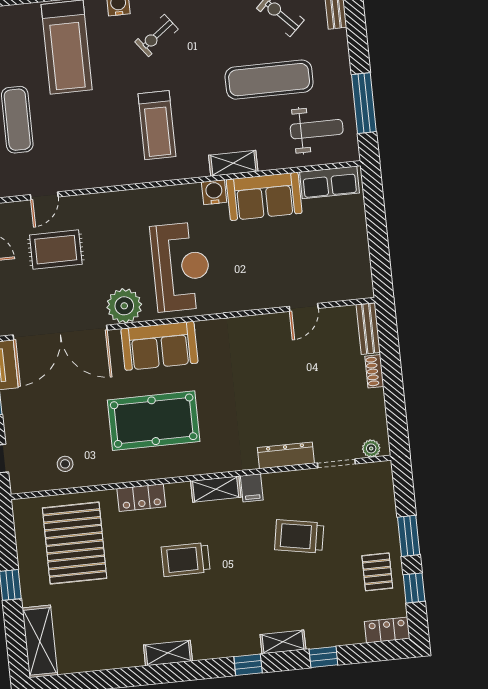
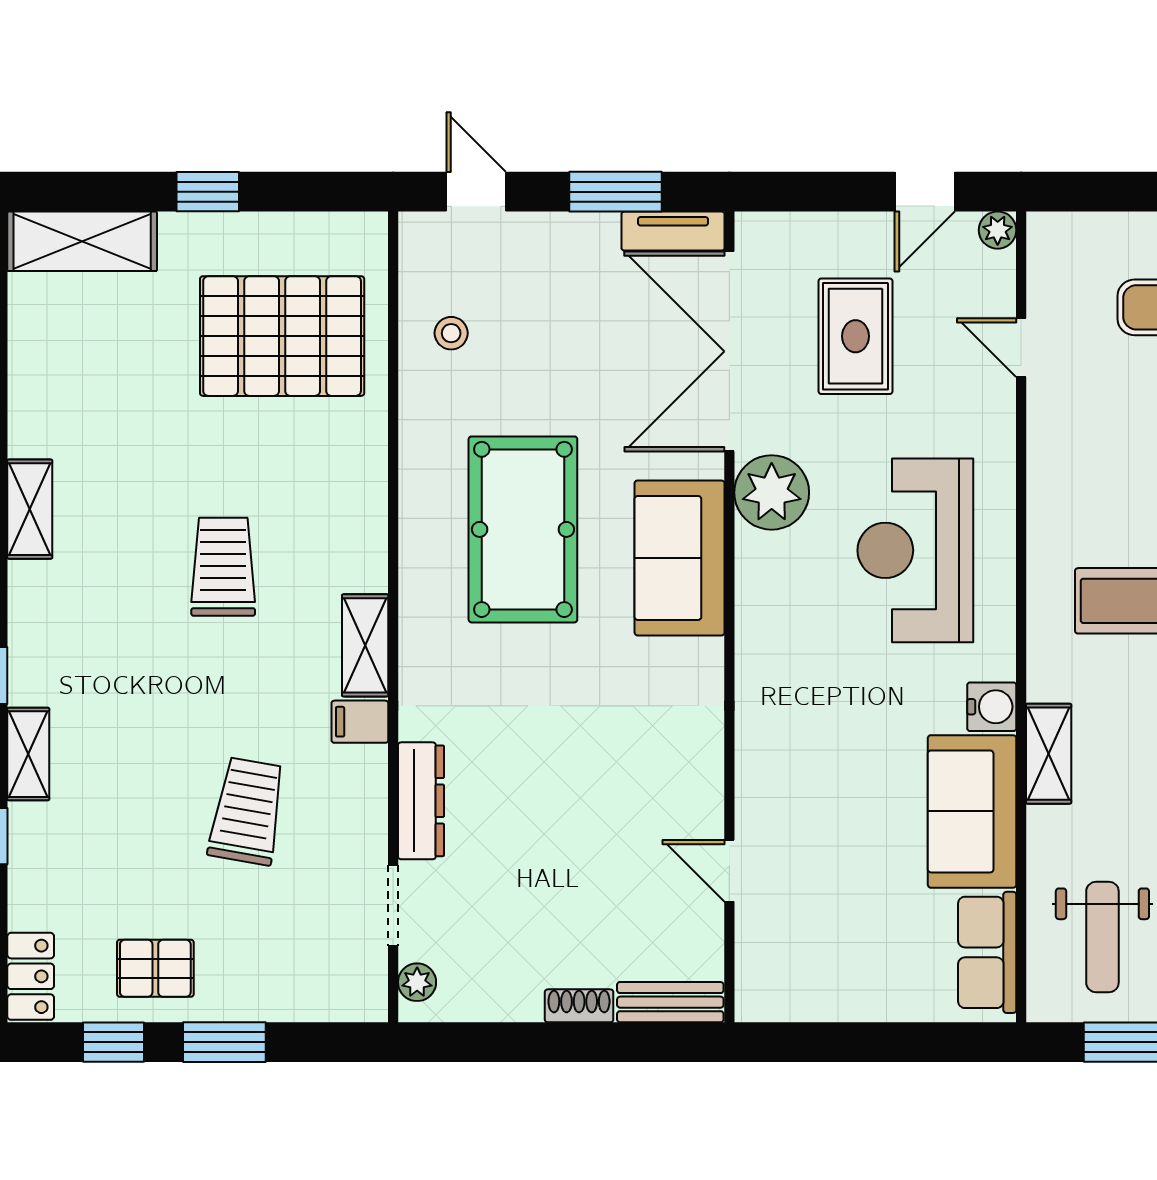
rug: (56, 250) -> (856, 336), moved
reception desk: (181, 267) -> (915, 550), moved, turned 90
locker: (141, 498) -> (363, 487), removed

